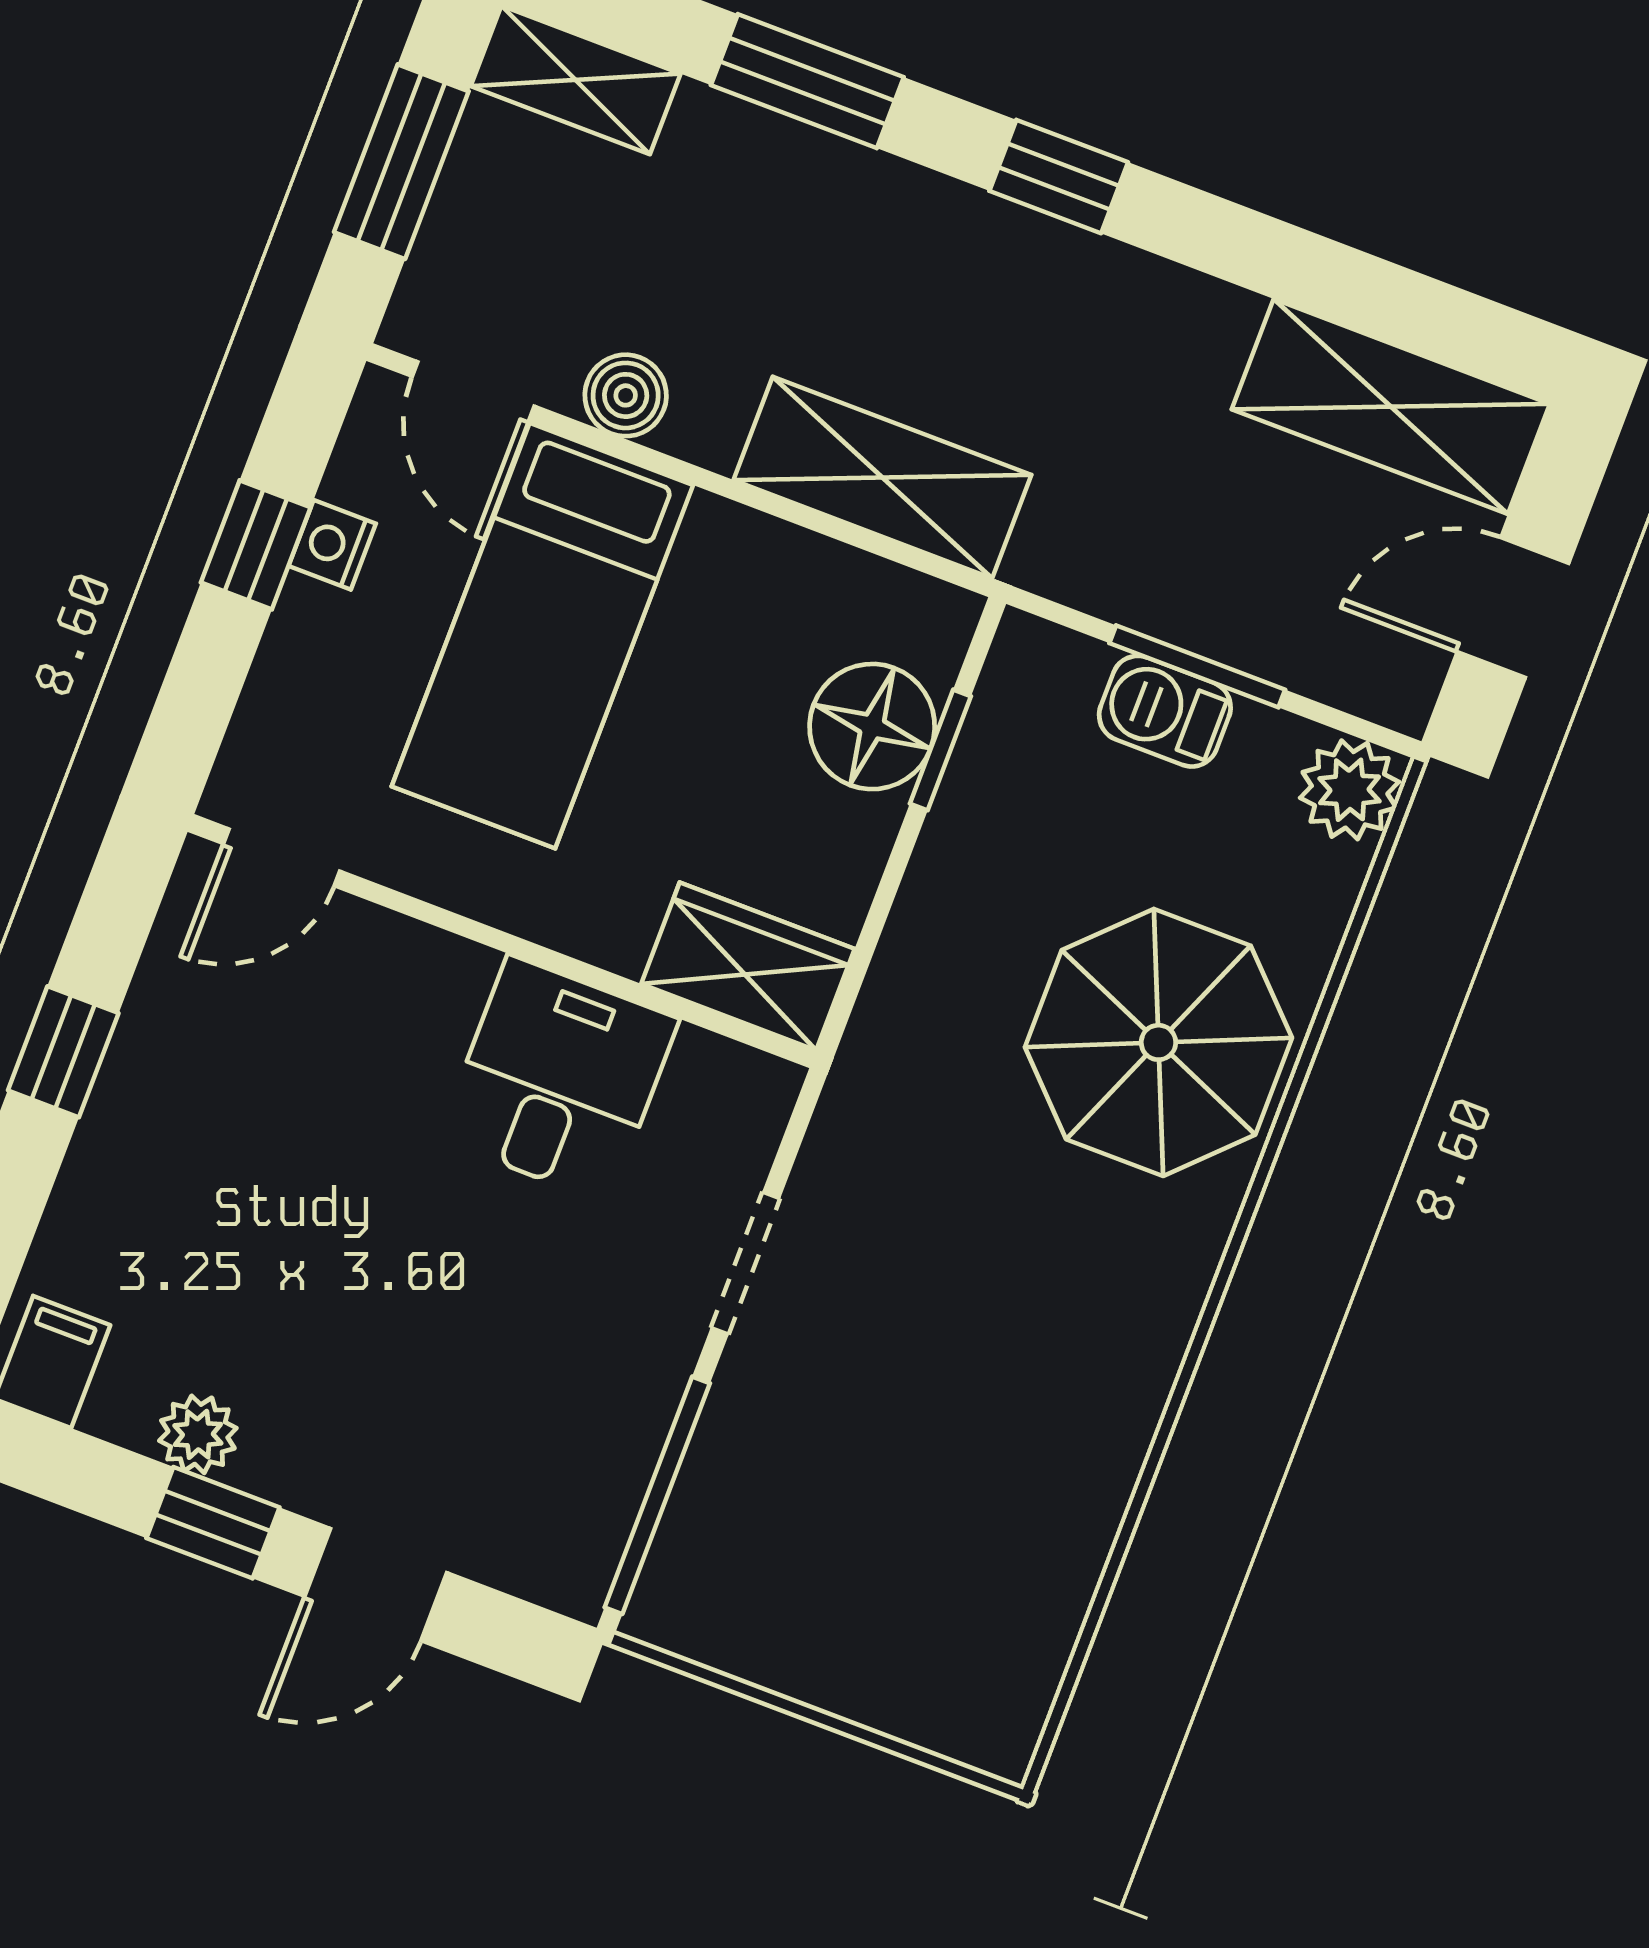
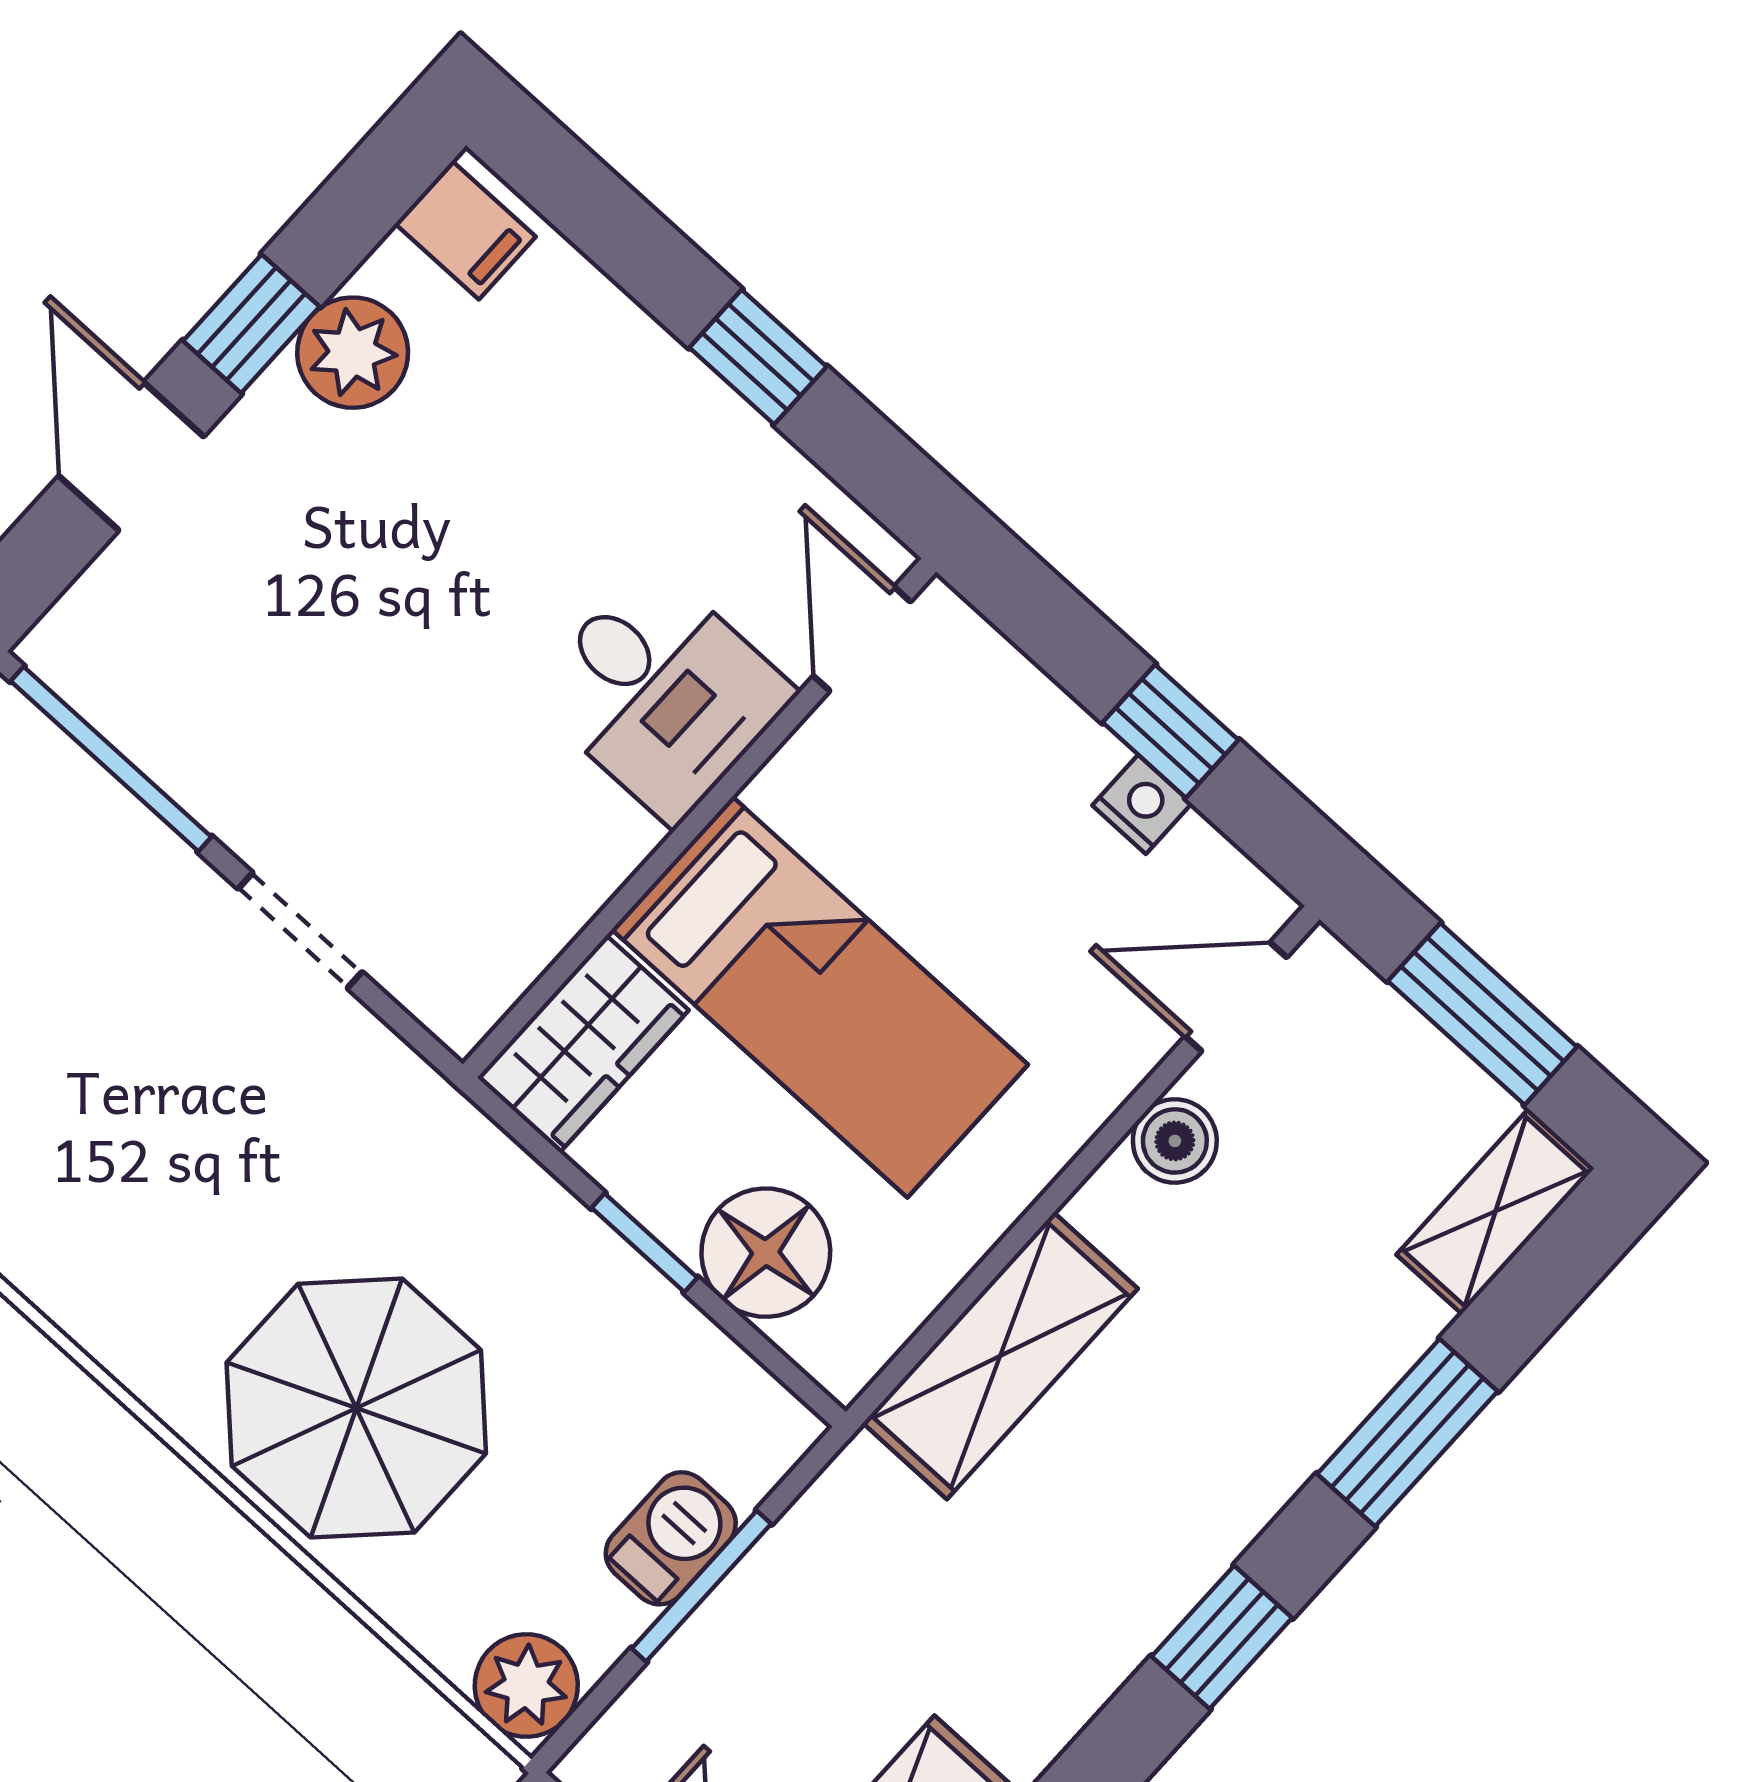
bed: (542, 636) -> (820, 997), moved, turned 180
window: (940, 750) -> (645, 1243), moved
desk: (559, 1079) -> (662, 693), moved
plant: (198, 1434) -> (353, 353), width x1.38, depth x1.38

